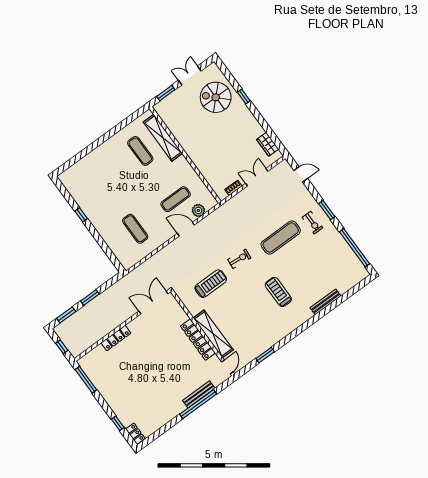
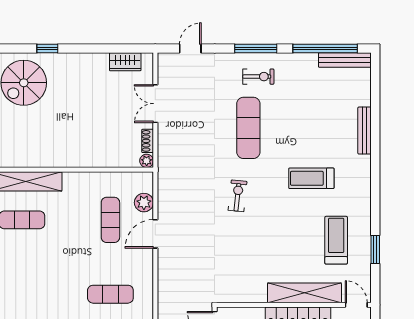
plant: (222, 195) -> (147, 161), added
window: (327, 210) -> (256, 49), width x1.44
bench: (356, 263) -> (345, 60), added
treadmill: (211, 284) -> (336, 240), moved

